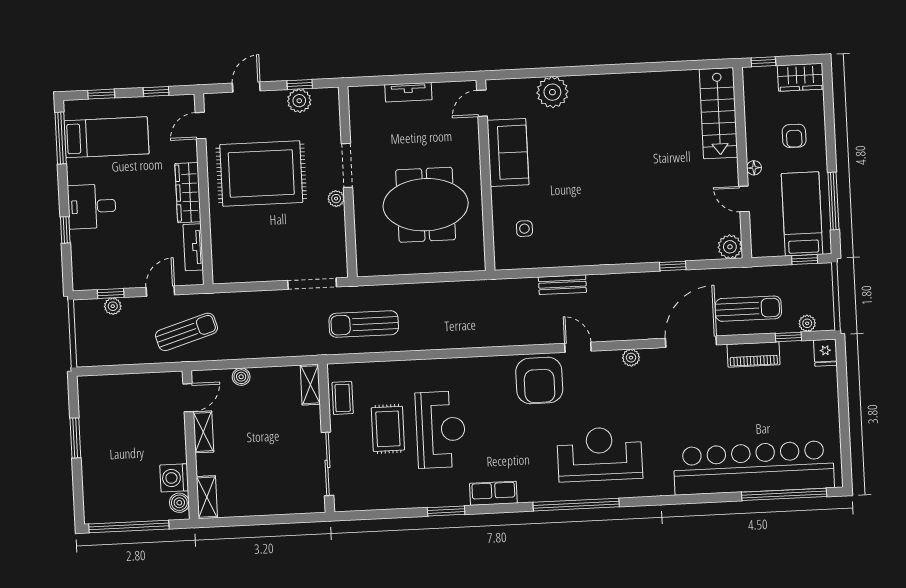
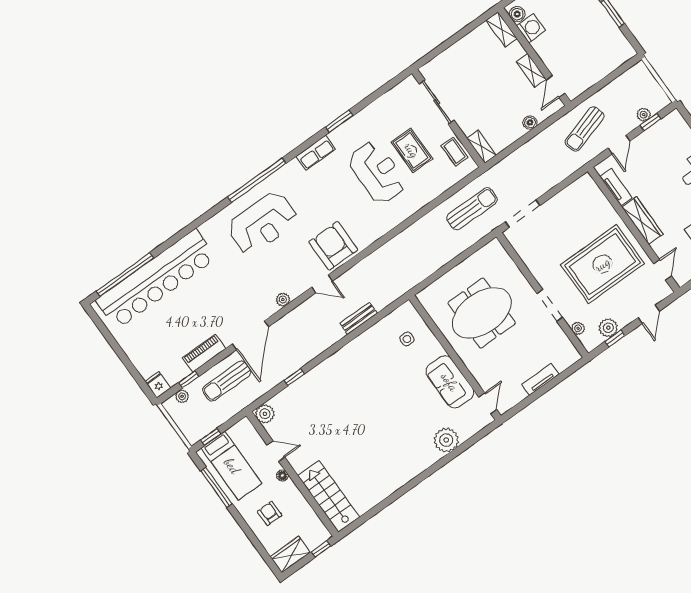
plant: (336, 199) -> (578, 328), moved
reception desk: (441, 430) -> (377, 172), turned 180

